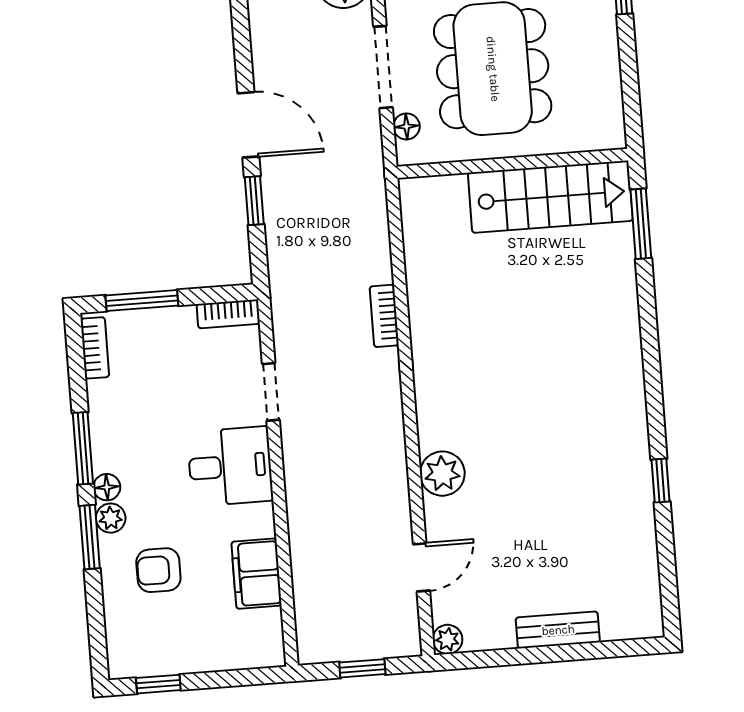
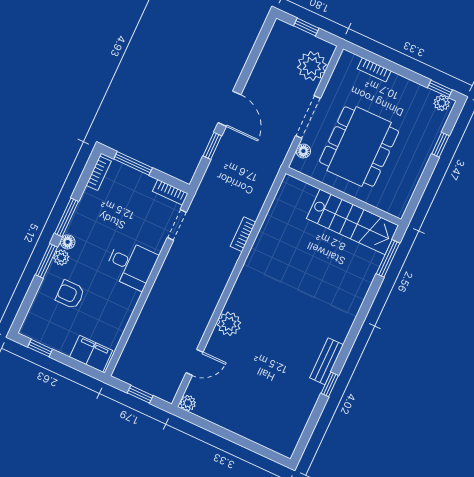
doorway: (271, 392) -> (177, 225), moved
filing cabinet: (256, 574) -> (91, 354), moved, turned 90
bench: (558, 630) -> (327, 361), moved, turned 90

